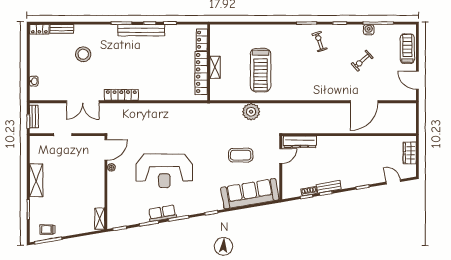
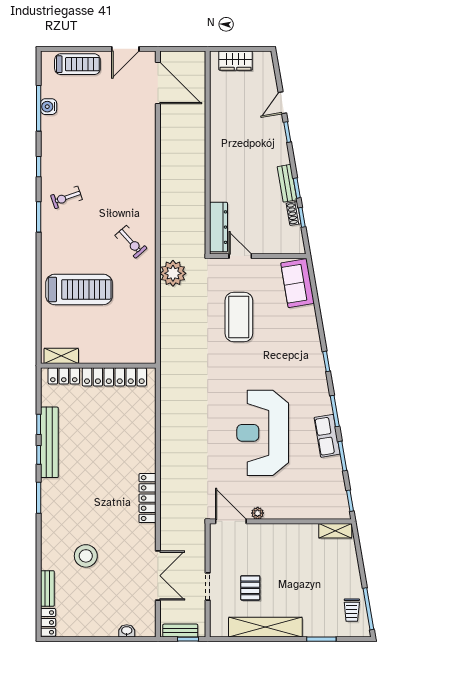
bench: (141, 30) -> (49, 442), moved
water cooler: (369, 30) -> (49, 107), moved
treadmill: (407, 49) -> (77, 64), turned 180
exercise bike: (362, 61) -> (131, 242), moved
shelving: (215, 67) -> (61, 356), moved
treadmill: (261, 70) -> (79, 289), moved
double door: (83, 102) -> (158, 576), moved
door: (364, 102) -> (158, 83), moved
plant: (251, 112) -> (173, 273), moved
coffee table: (241, 155) -> (239, 317), width x1.36, depth x1.32
pallet: (62, 163) -> (250, 588), added
reception desk: (164, 171) -> (263, 433), turned 180
shelving: (36, 180) -> (265, 627), width x1.47
door: (393, 182) -> (282, 103), moved
sofa: (250, 194) -> (298, 283), width x0.54, depth x0.79

